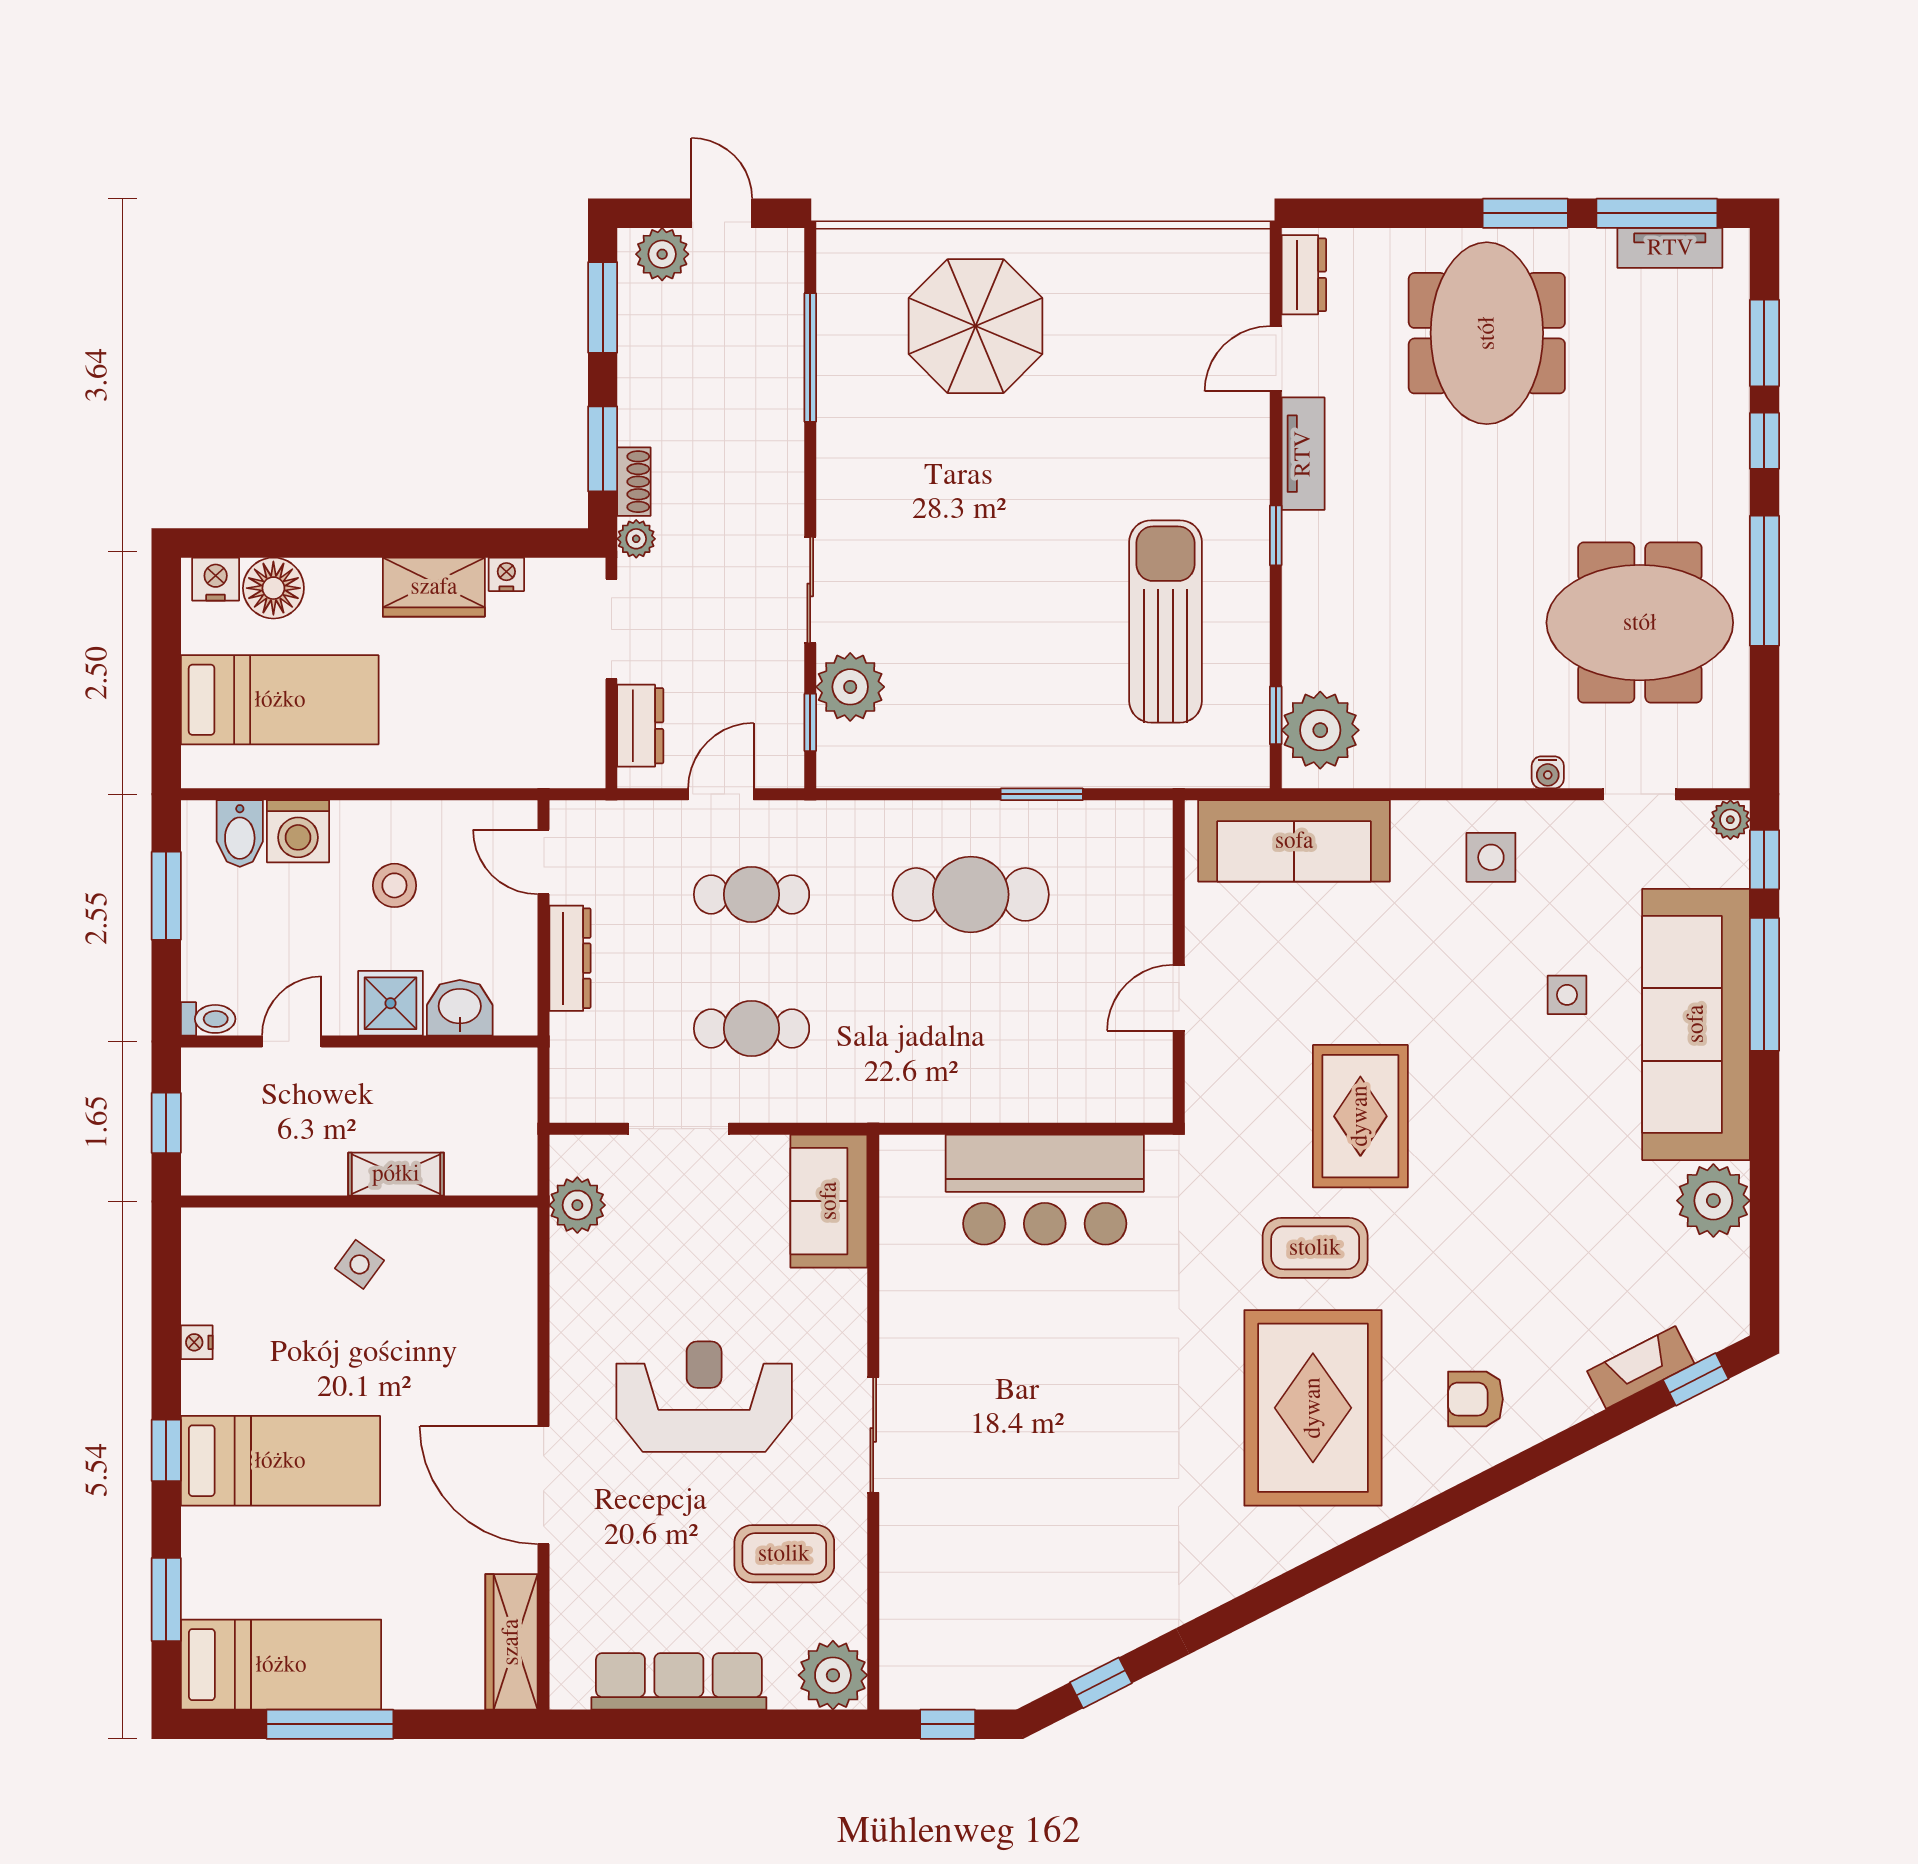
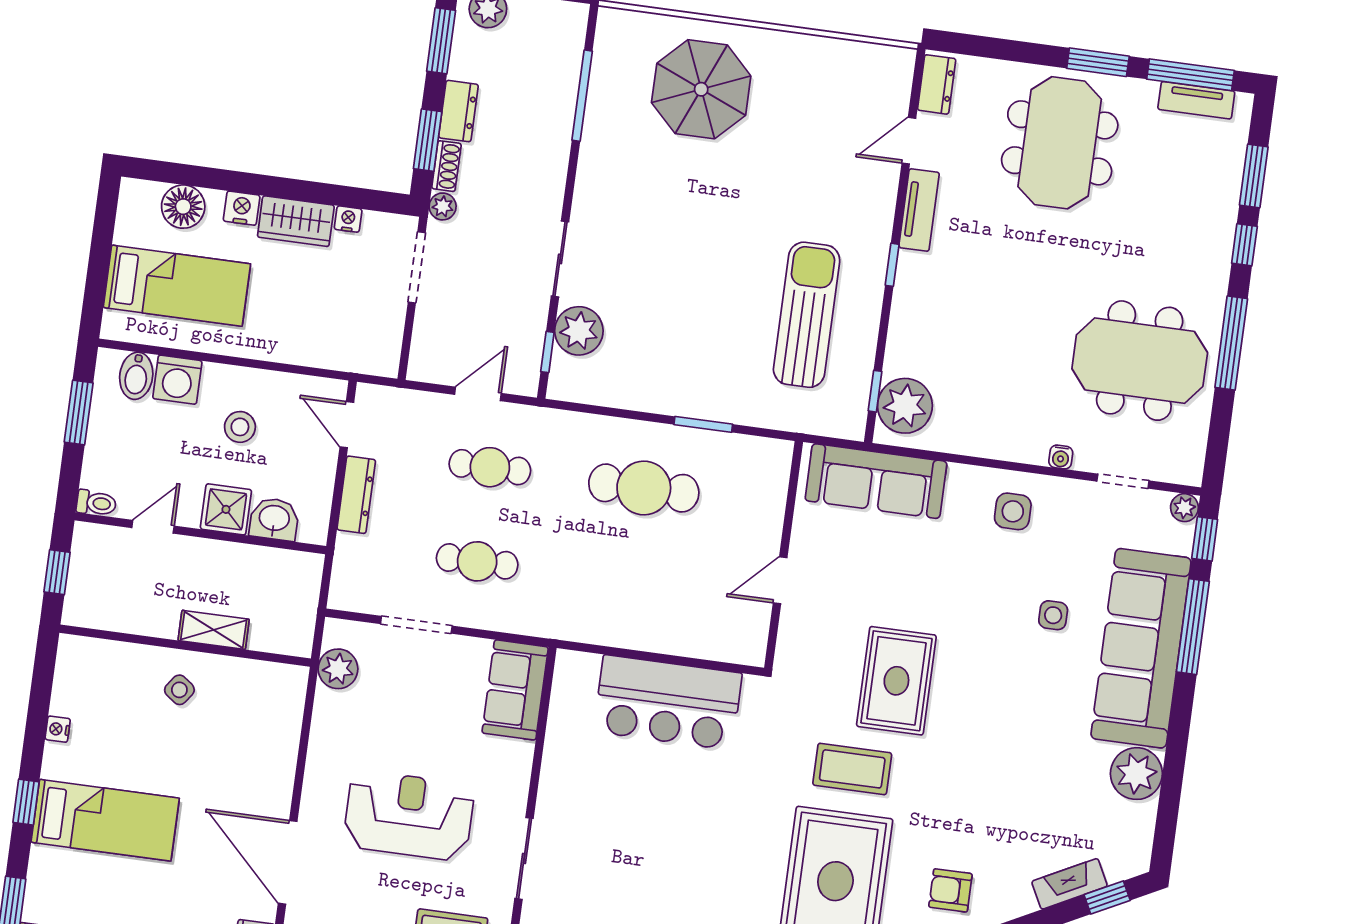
nightstand: (216, 579) -> (242, 208), moved
dresser: (640, 726) -> (458, 111), moved

